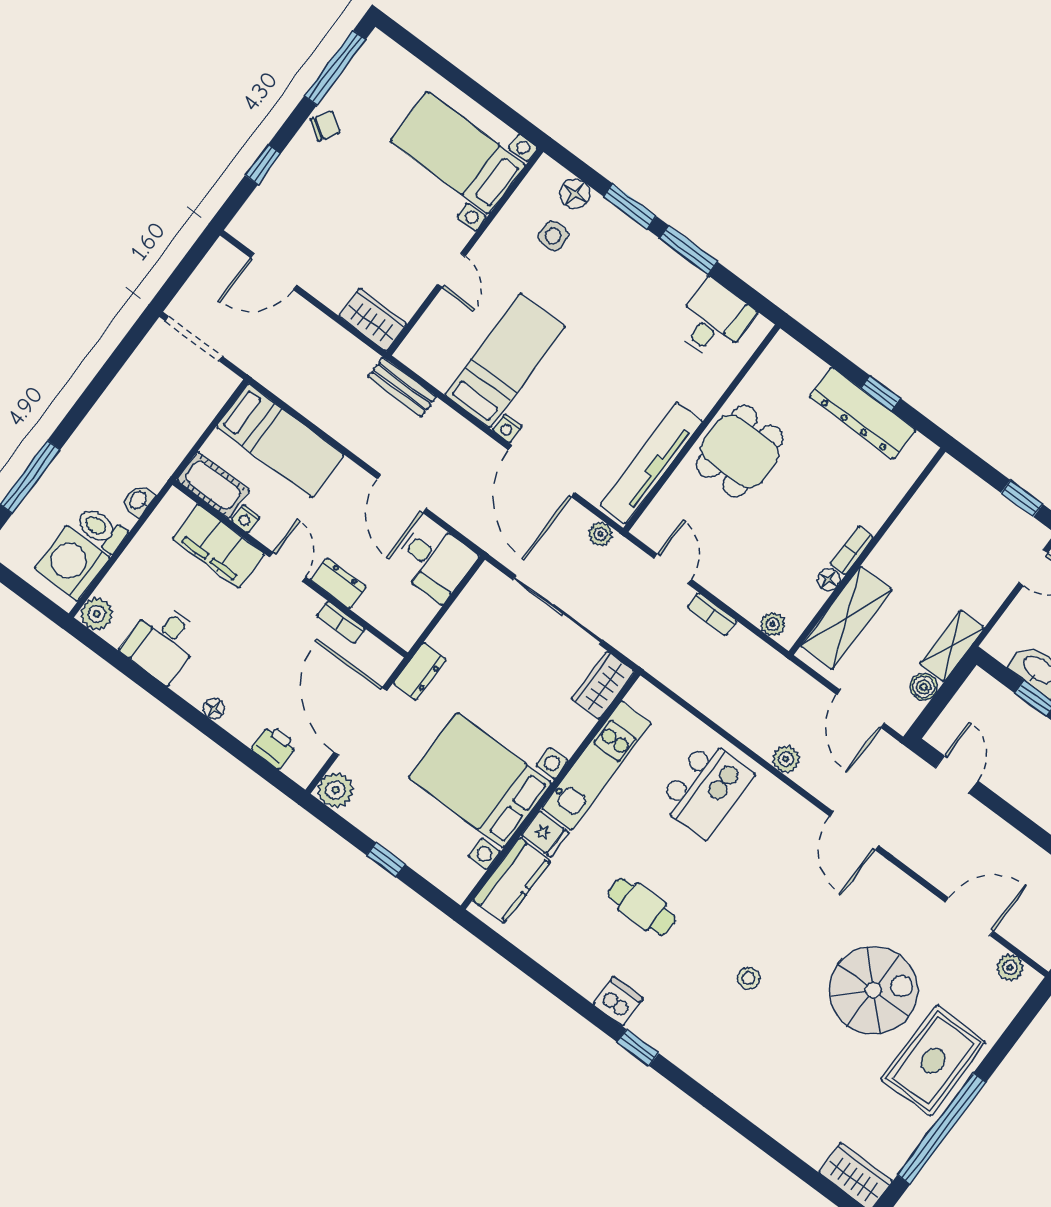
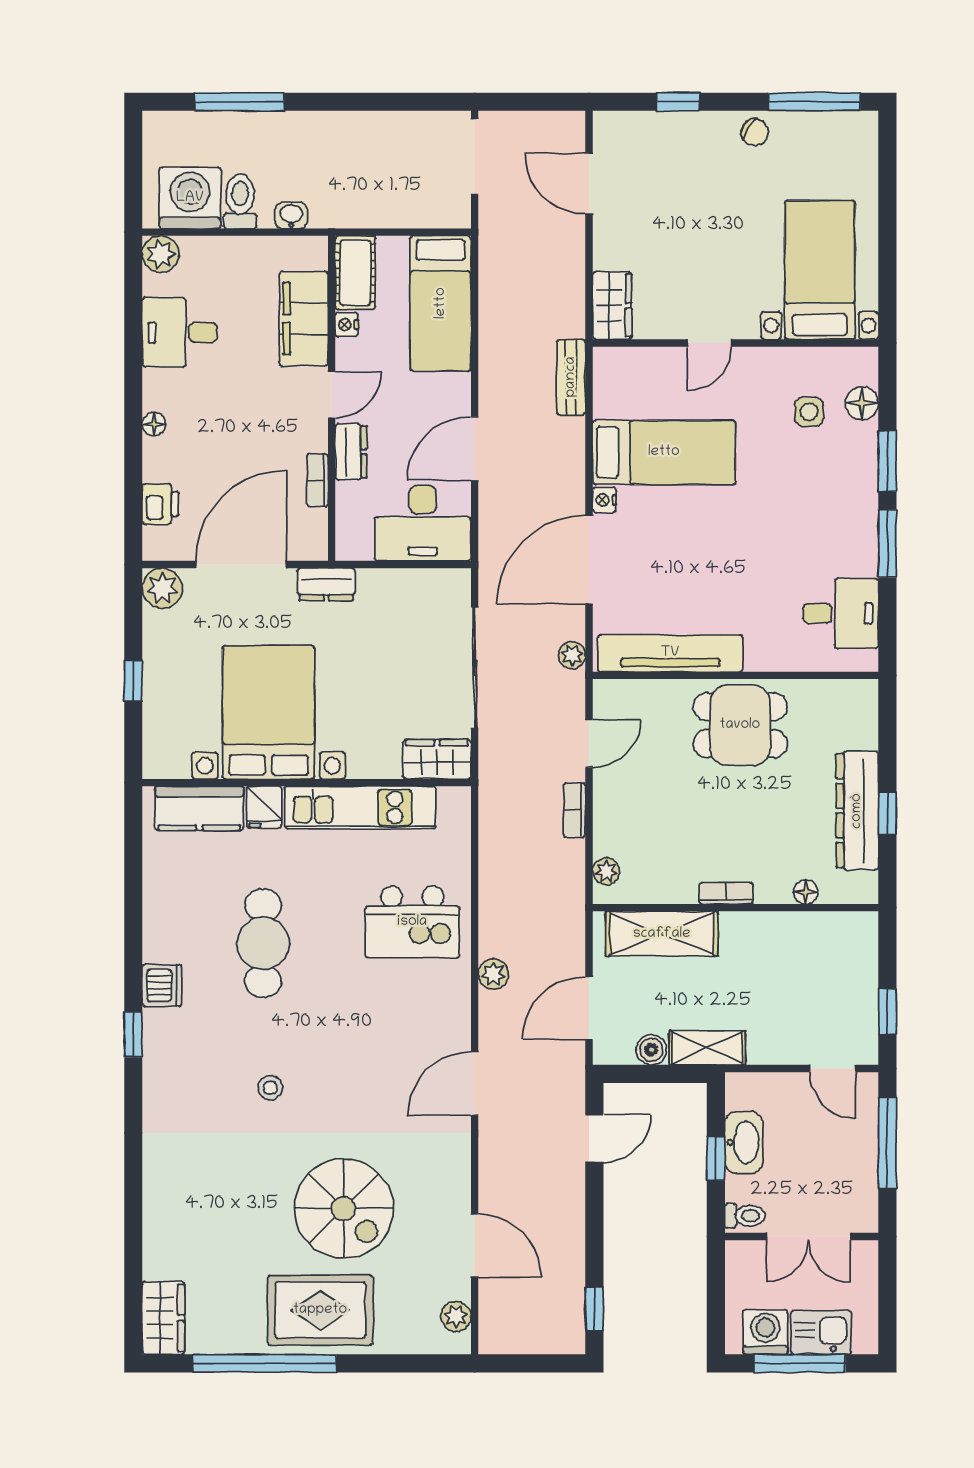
desk: (434, 561) -> (423, 523), width x1.37
floor lamp: (829, 580) -> (806, 892), moved
cafe table: (642, 907) -> (263, 943), width x1.37, depth x1.35

